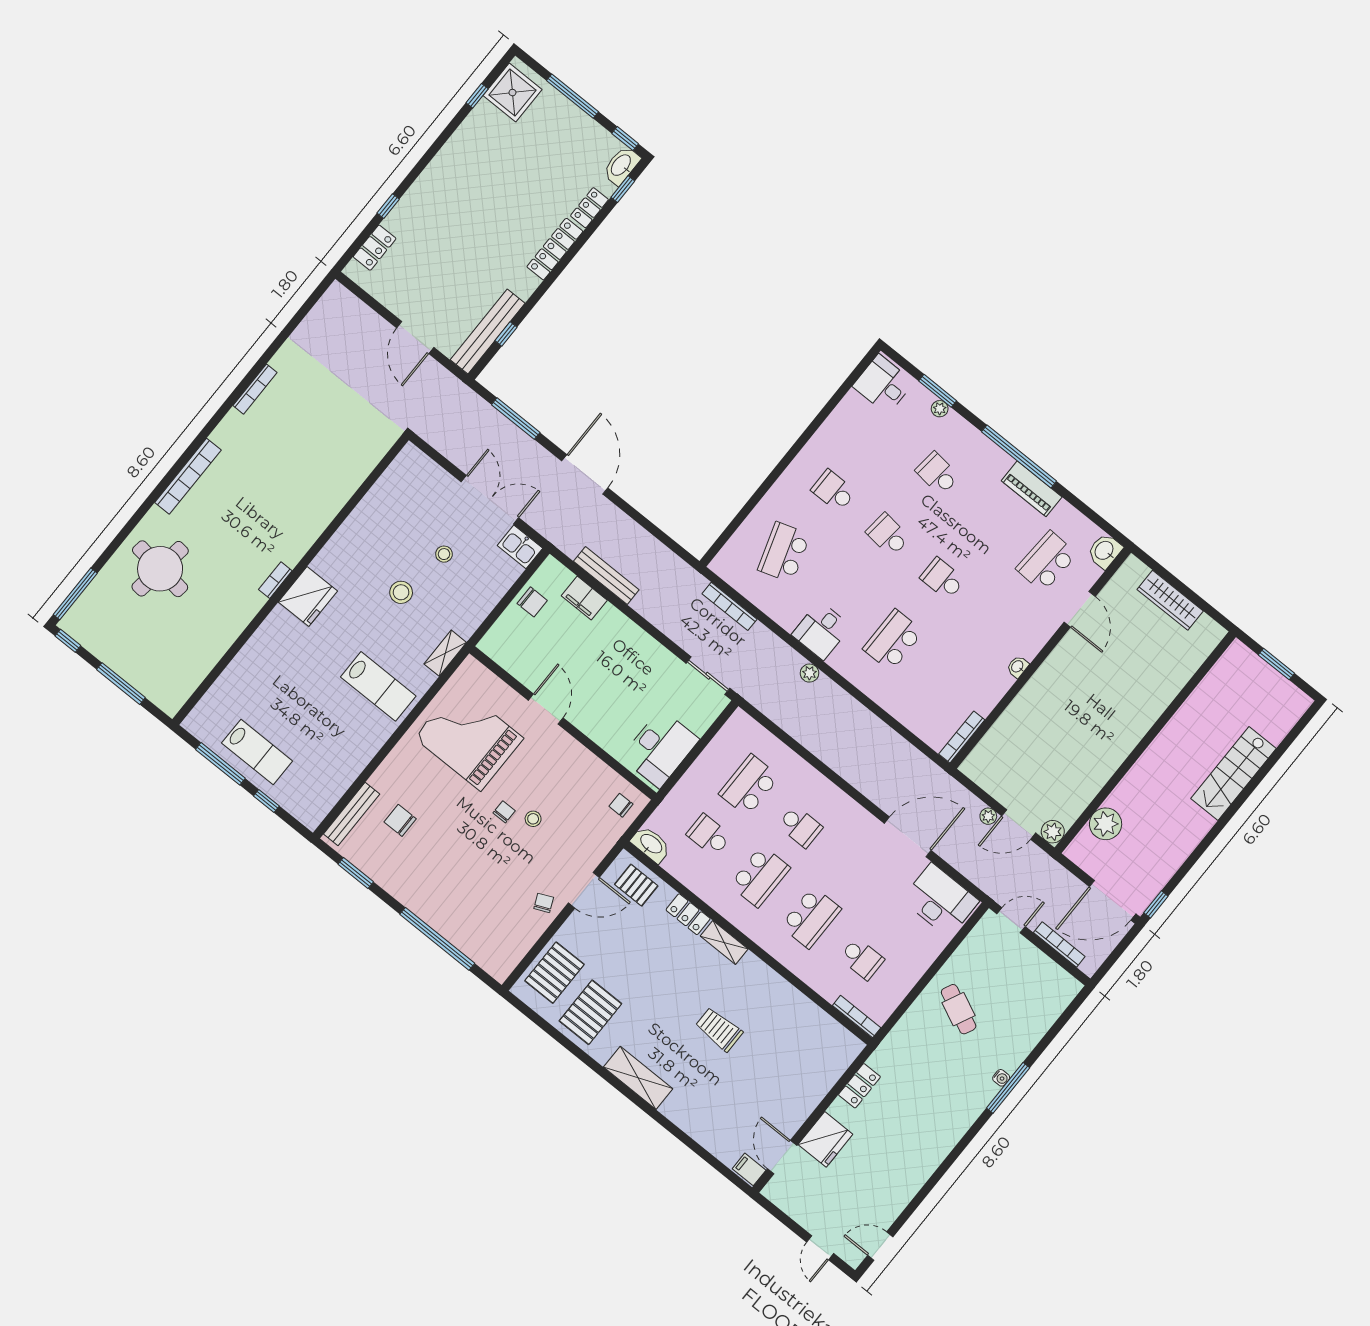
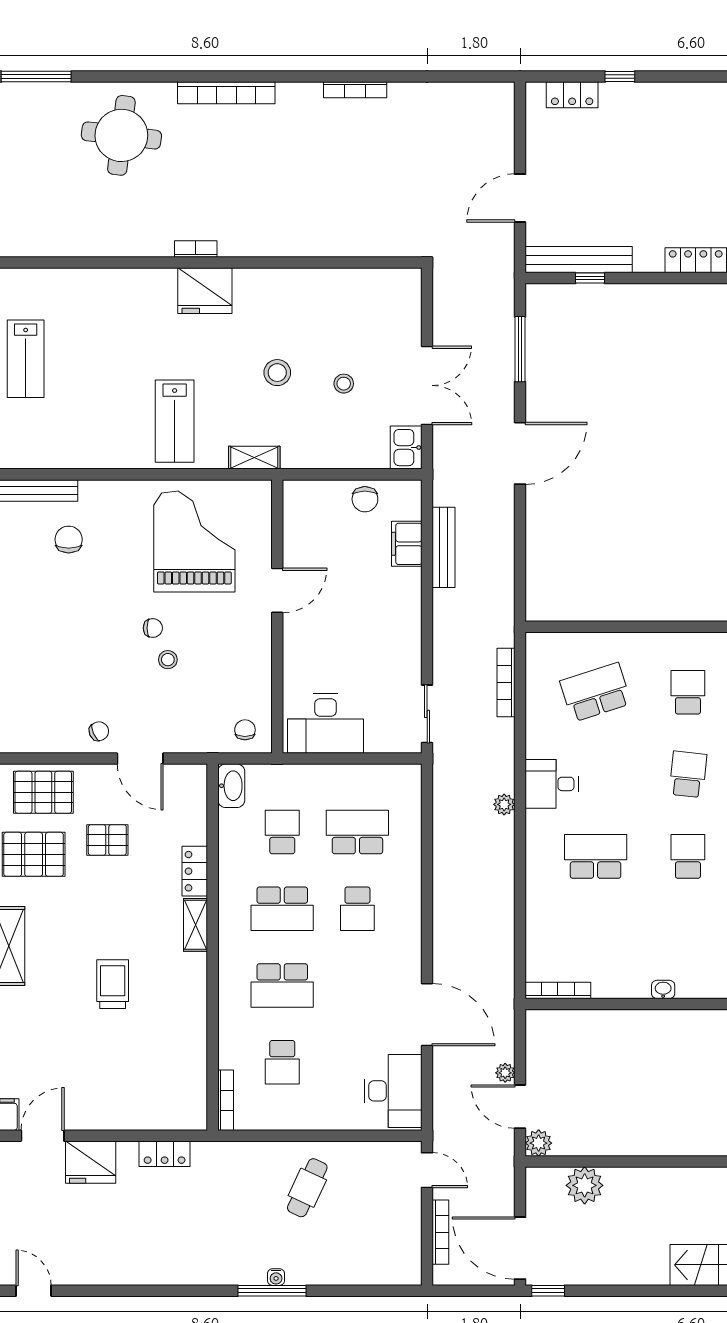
pallet: (636, 885) -> (107, 840), moved, turned 90

